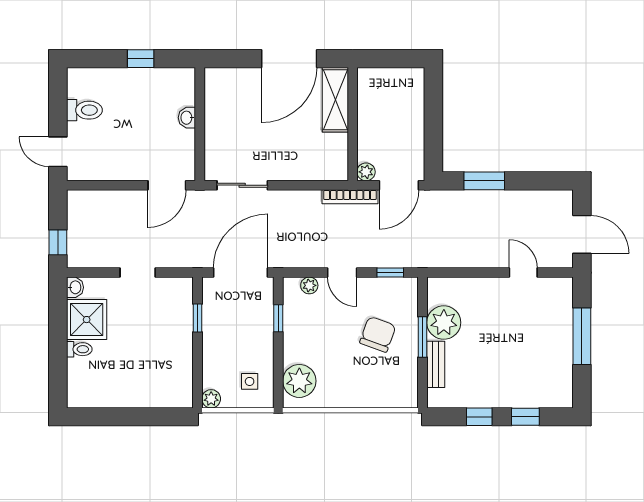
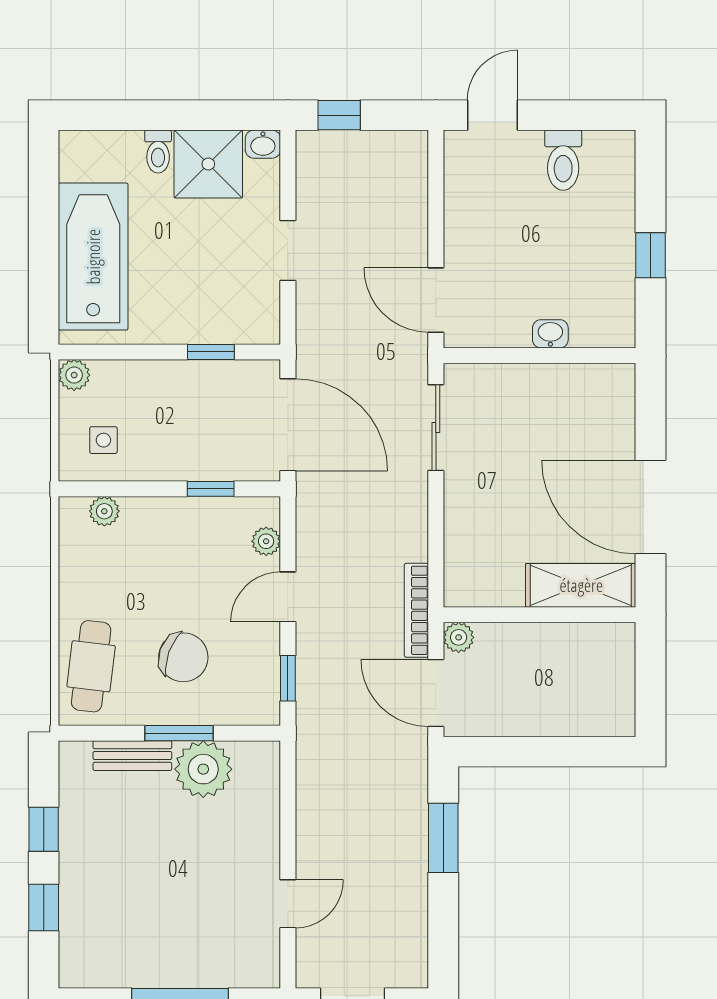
plant: (299, 381) -> (104, 511), width x0.53, depth x0.53
bathtub: (141, 388) -> (93, 257), added
cafe table: (383, 389) -> (91, 666), added

